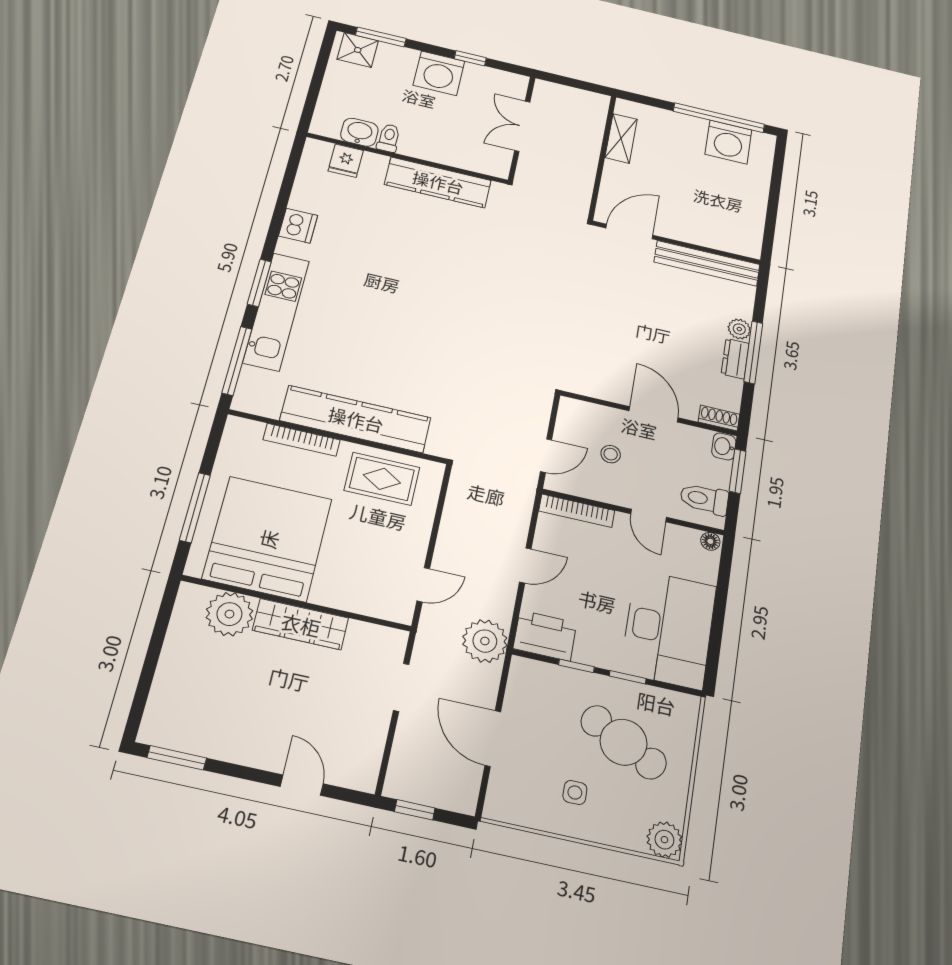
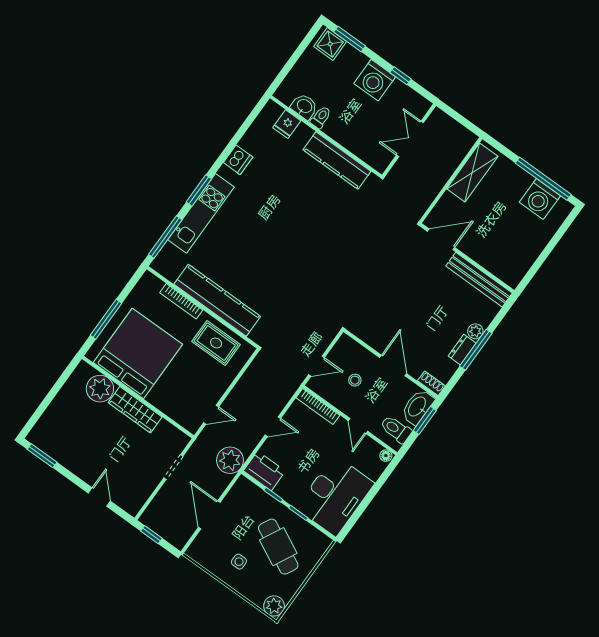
shelving: (621, 138) -> (472, 172), width x1.50, depth x1.33
washbasin: (724, 446) -> (417, 407), width x1.91, depth x1.45

